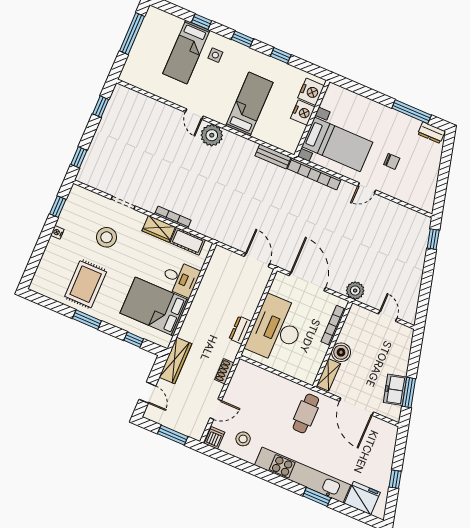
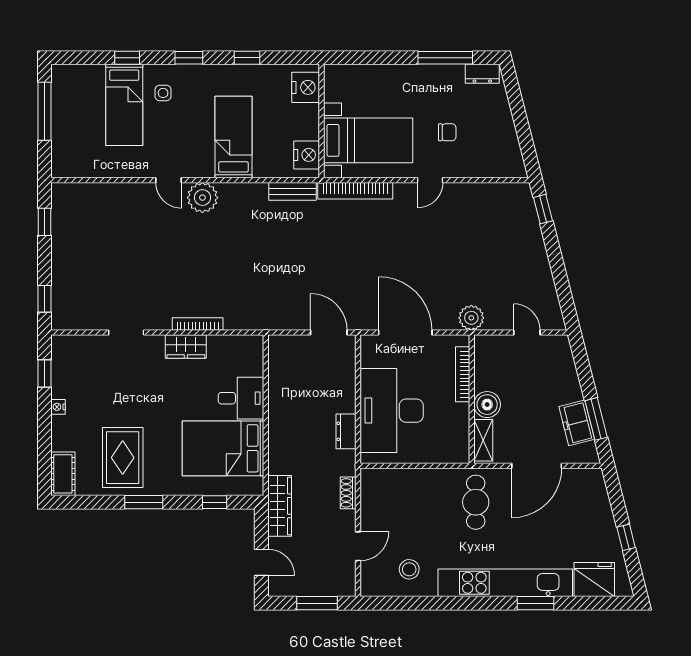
nightstand: (303, 113) -> (307, 155), moved
stool: (107, 237) -> (124, 386), removed
cot: (188, 241) -> (63, 474), moved, turned 90
door: (356, 407) -> (537, 466), hinge flipped
dishwasher: (214, 438) -> (372, 584), removed

